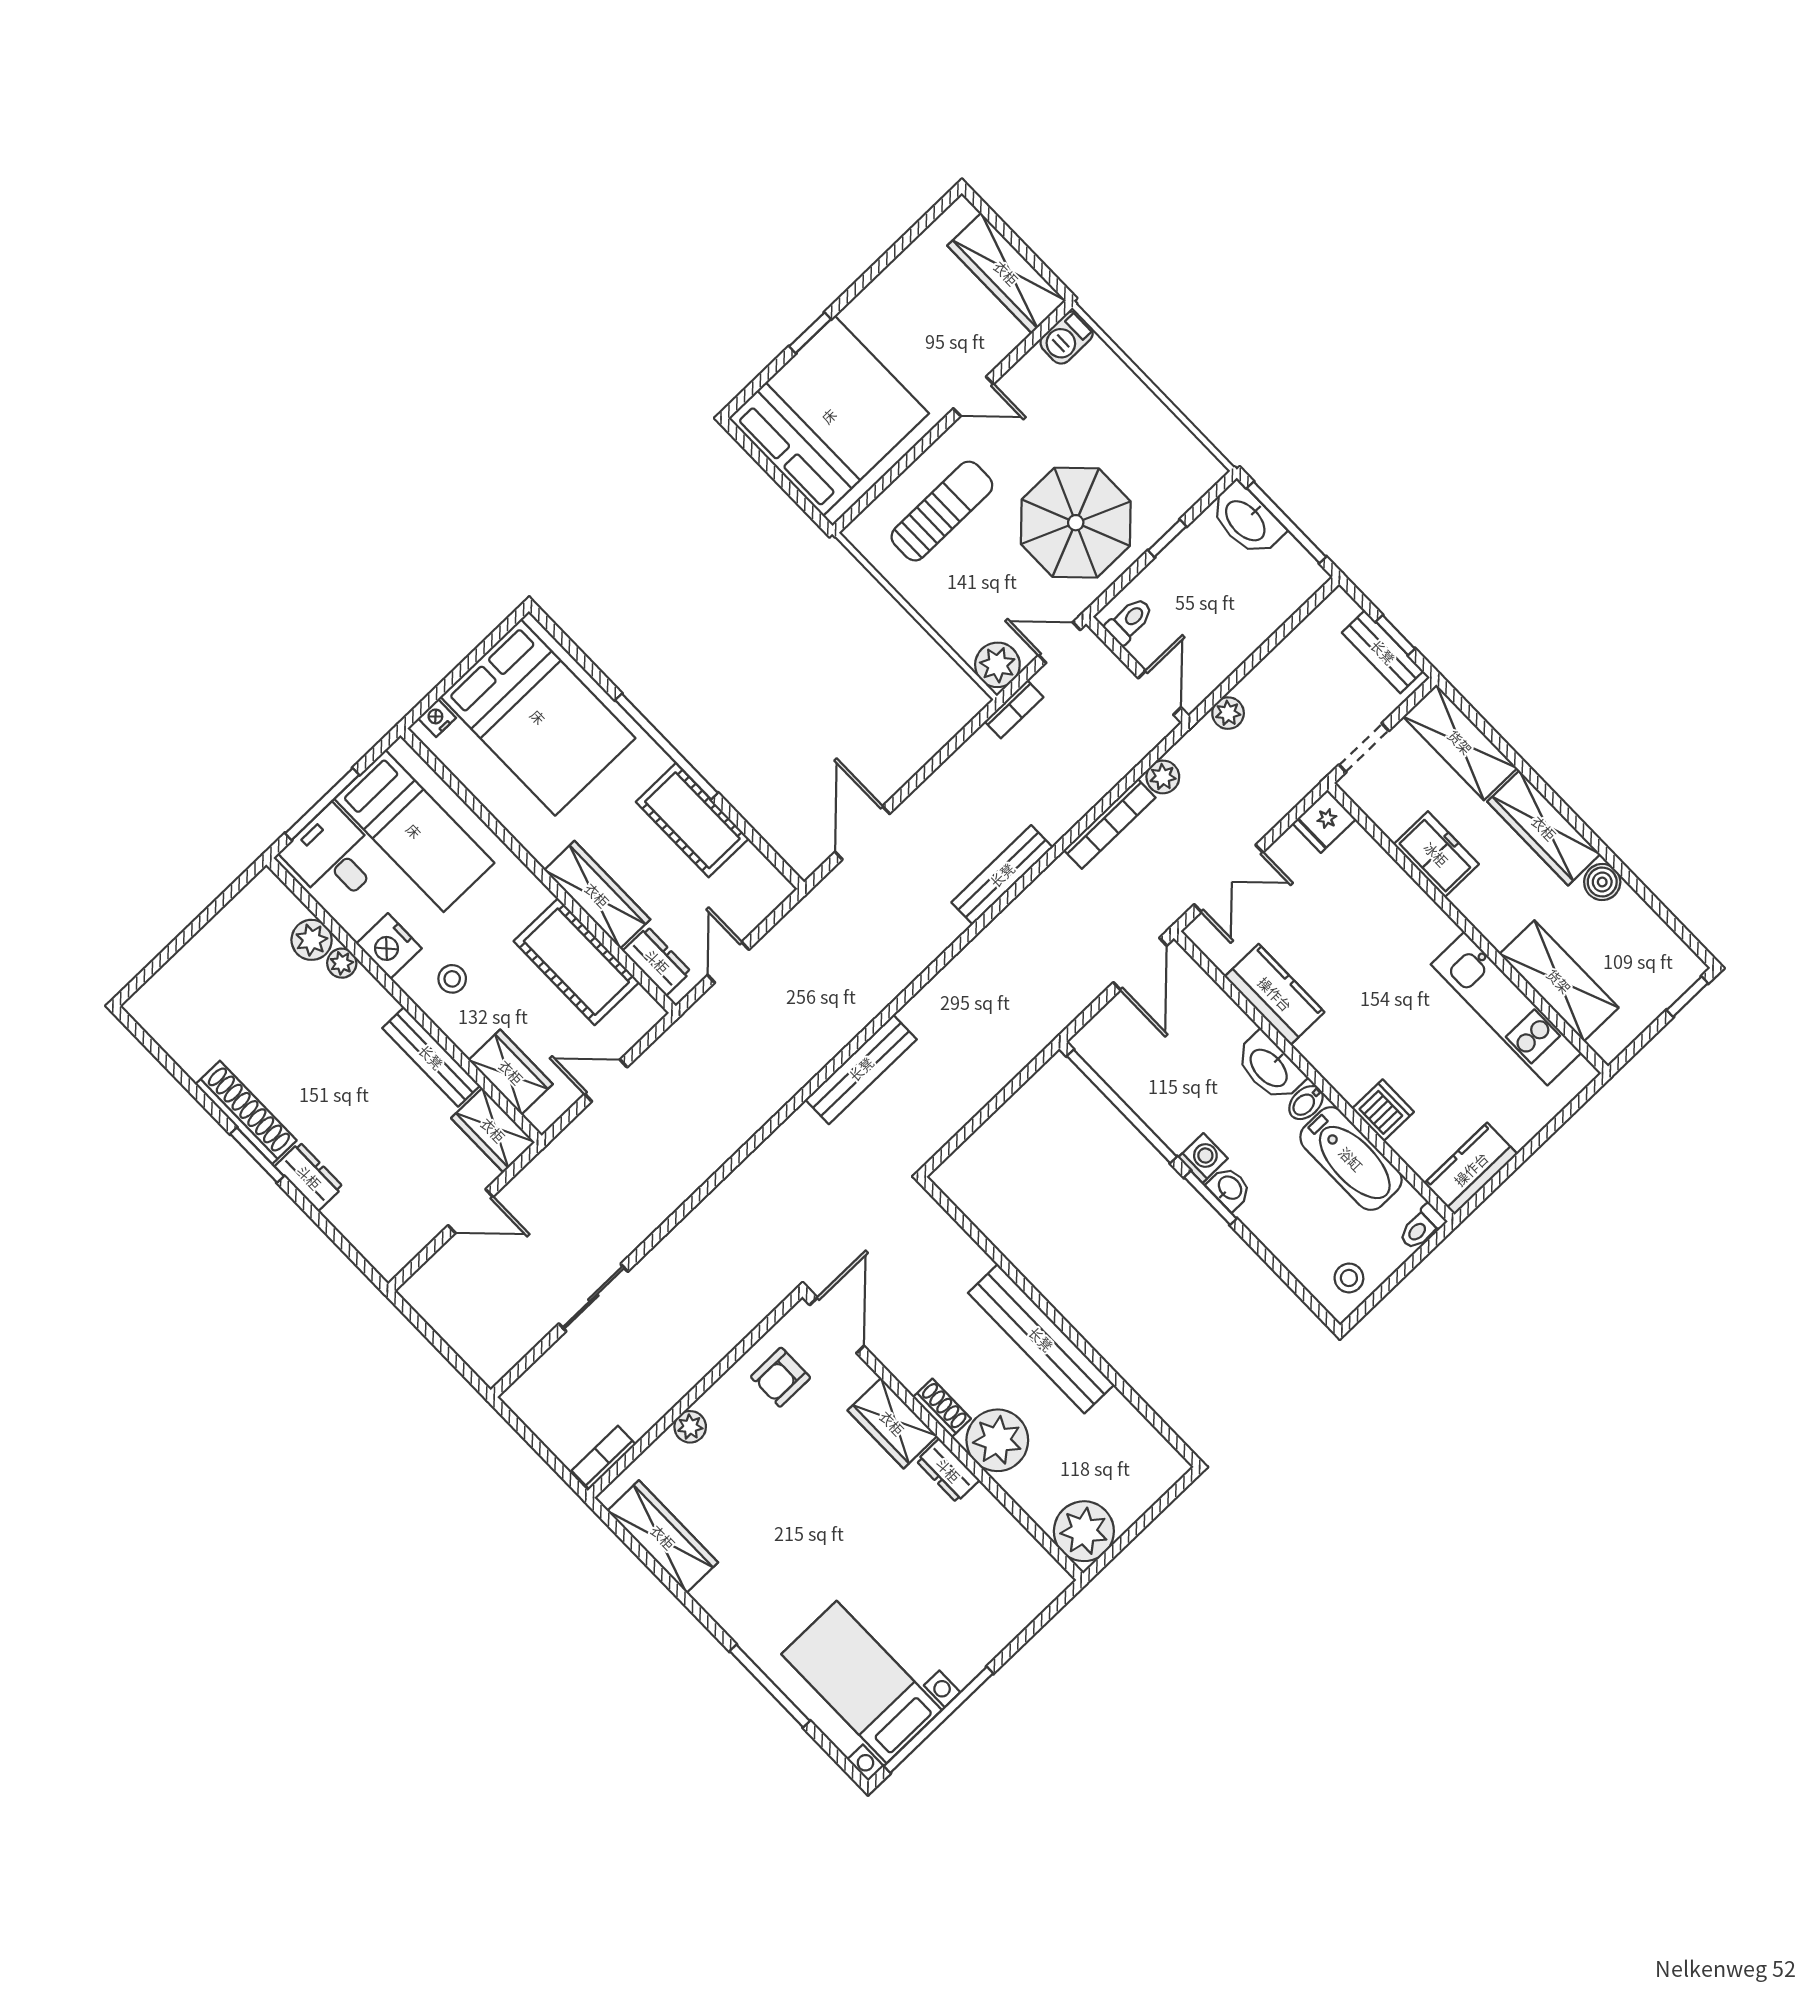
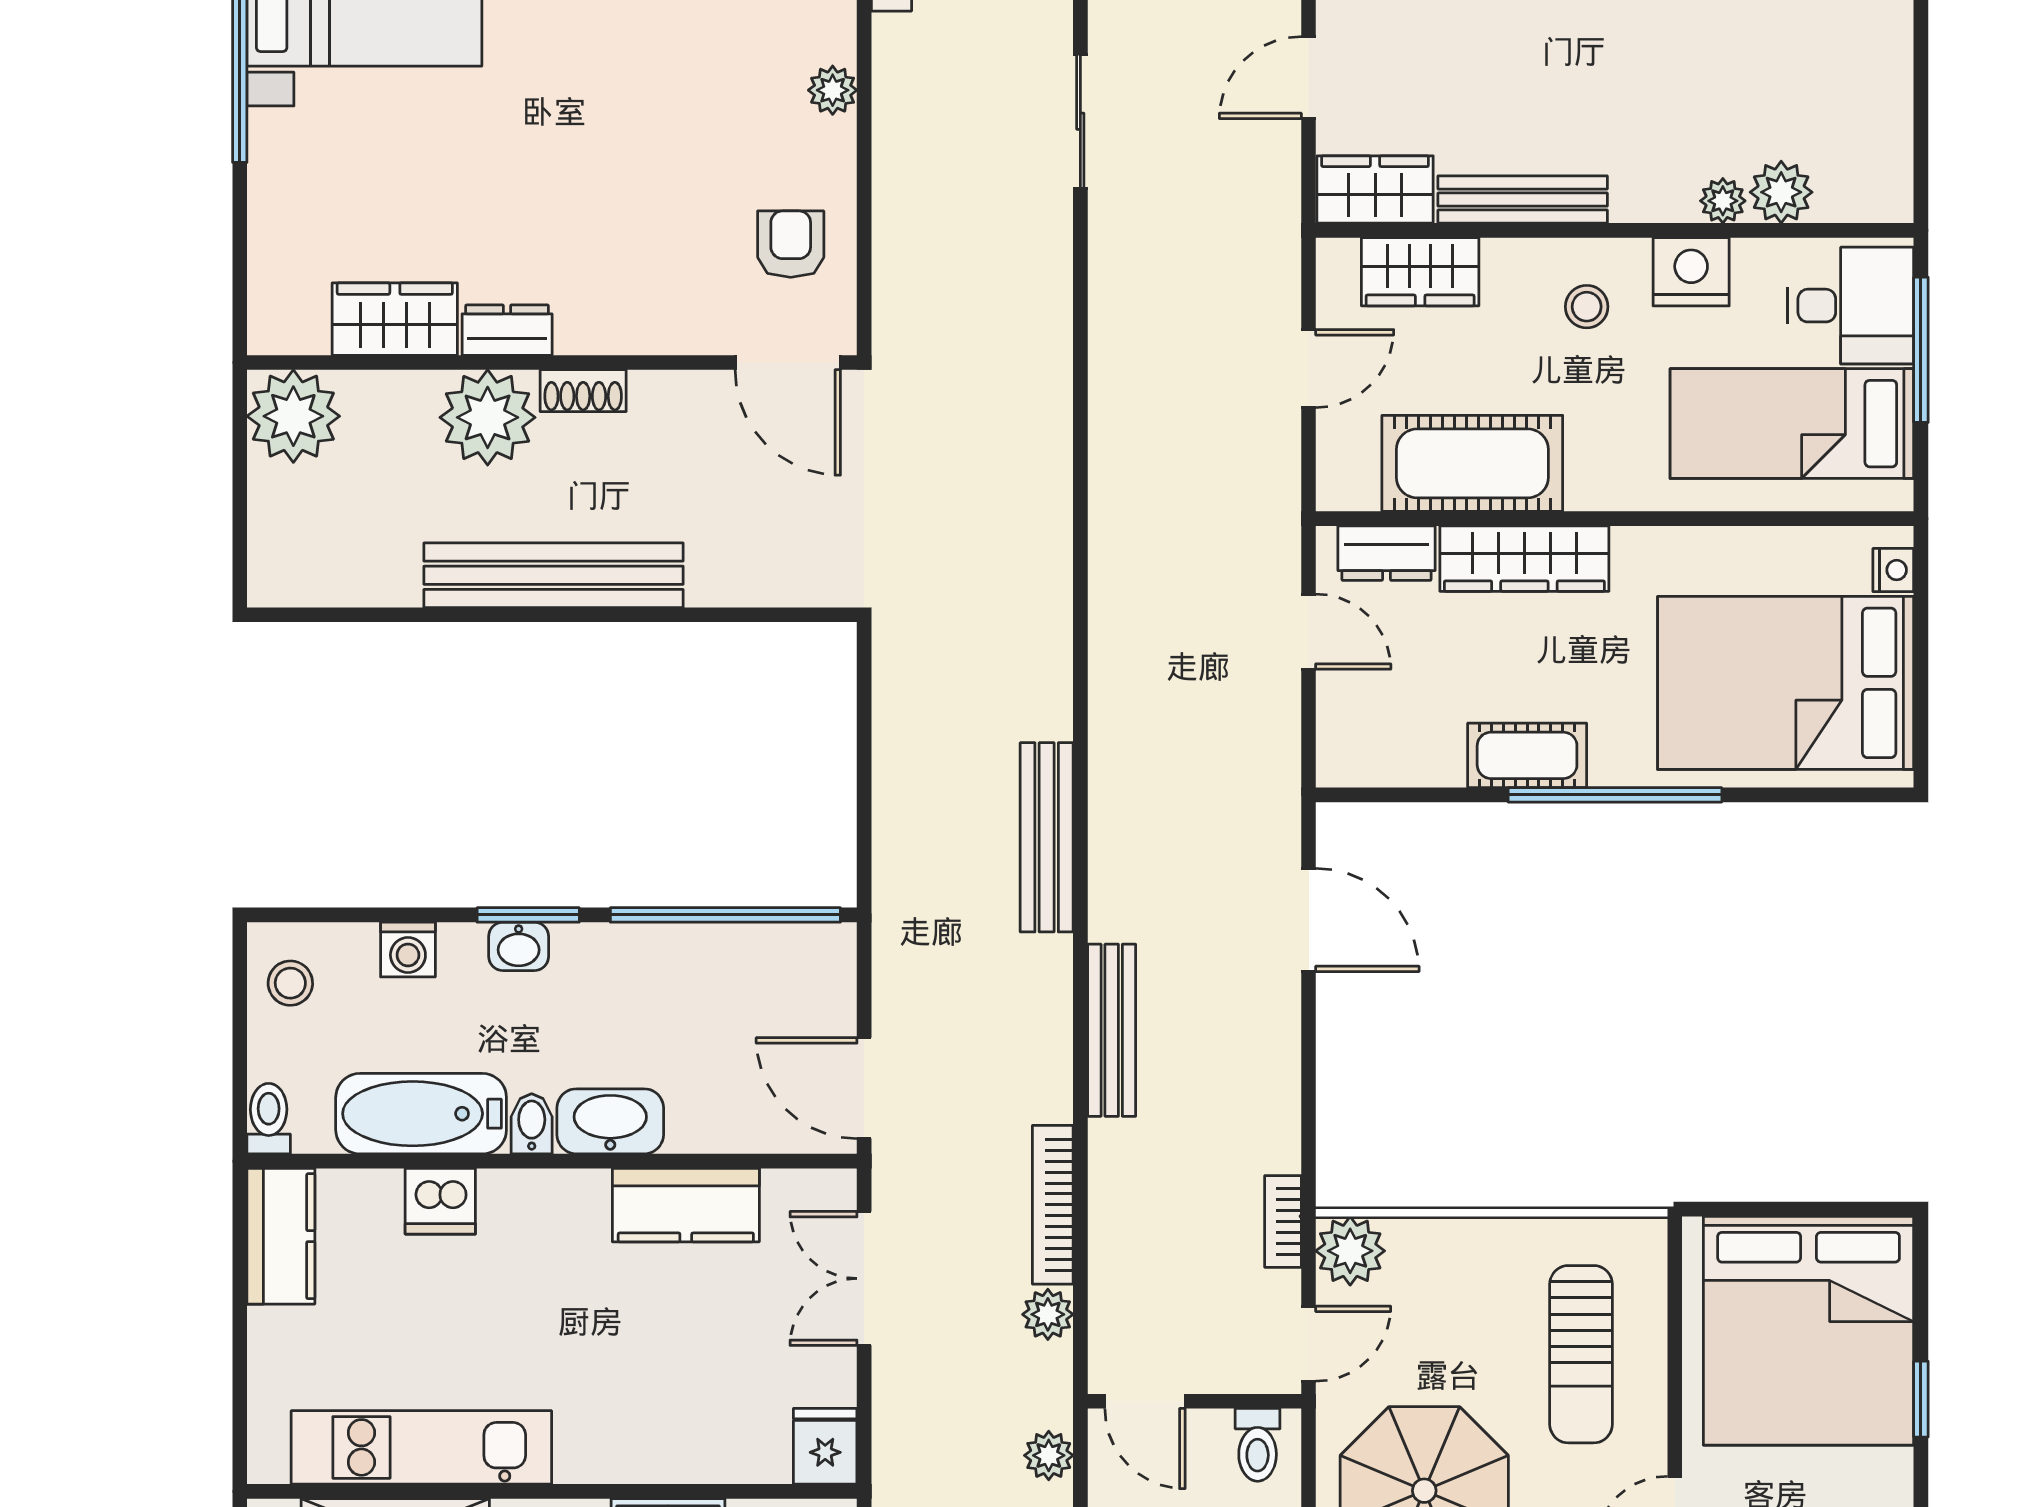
cot: (692, 820) -> (1527, 755), width x0.73, depth x0.75
bench: (861, 1069) -> (1047, 837), moved
washing machine: (1203, 1158) -> (408, 950), moved
wardrobe: (892, 1423) -> (395, 319), moved

